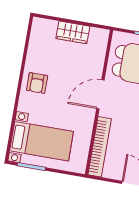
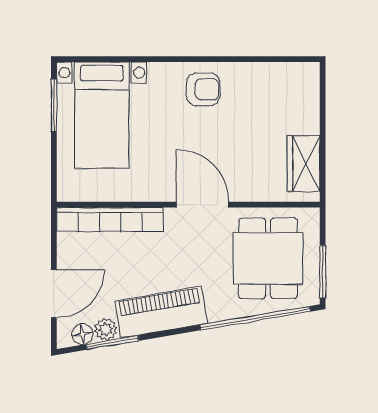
wardrobe: (73, 32) -> (304, 164), moved
armchair: (37, 83) -> (203, 89), turned 180

